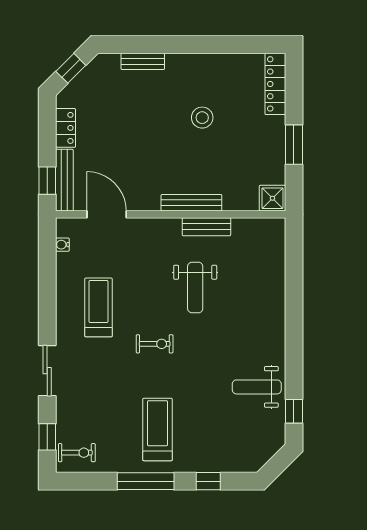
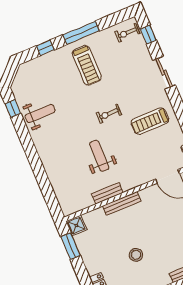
window: (294, 145) -> (70, 246), moved
treadmill: (99, 307) -> (150, 121), turned 90

